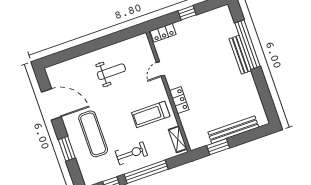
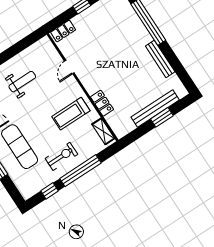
bench: (240, 55) -> (160, 59), moved
locker: (179, 100) -> (102, 103), moved
window: (218, 147) -> (162, 117), moved

